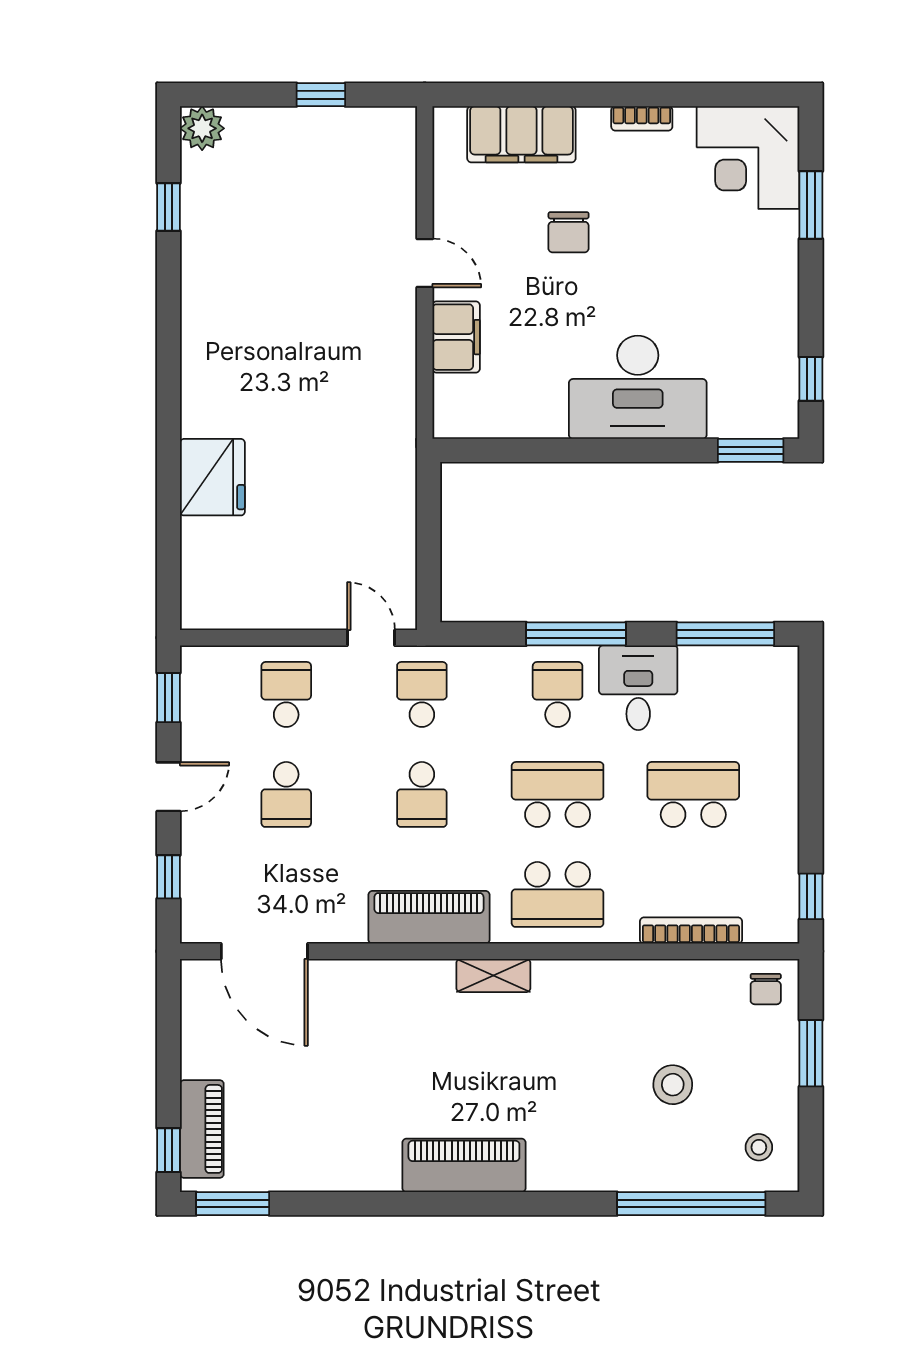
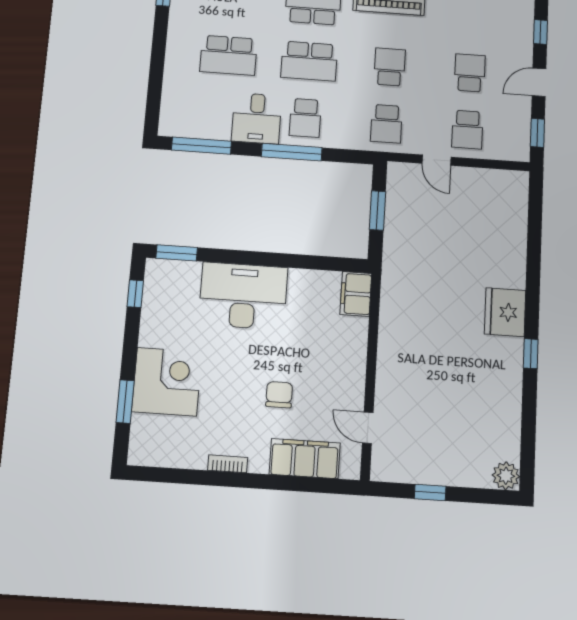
corner desk: (748, 158) -> (167, 382), moved
window: (169, 207) -> (531, 354), moved
door: (425, 263) -> (368, 428), moved
filing cabinet: (456, 337) -> (356, 294), moved
fridge: (212, 477) -> (505, 312), moved
window: (429, 545) -> (378, 211), added
door: (371, 638) -> (436, 160), moved

